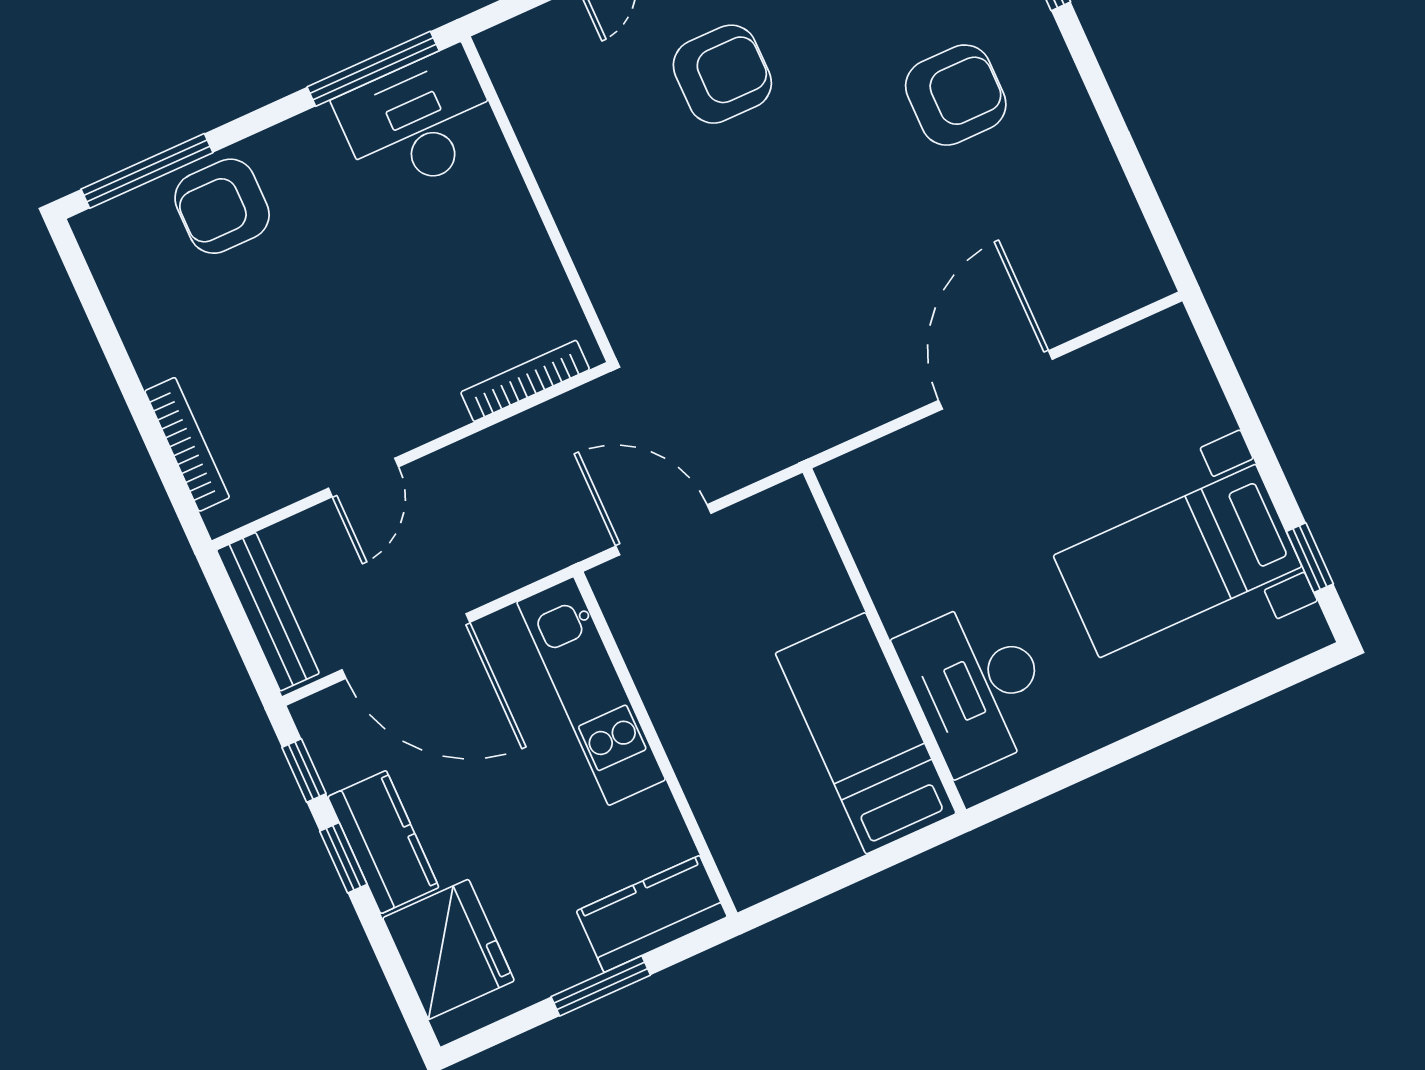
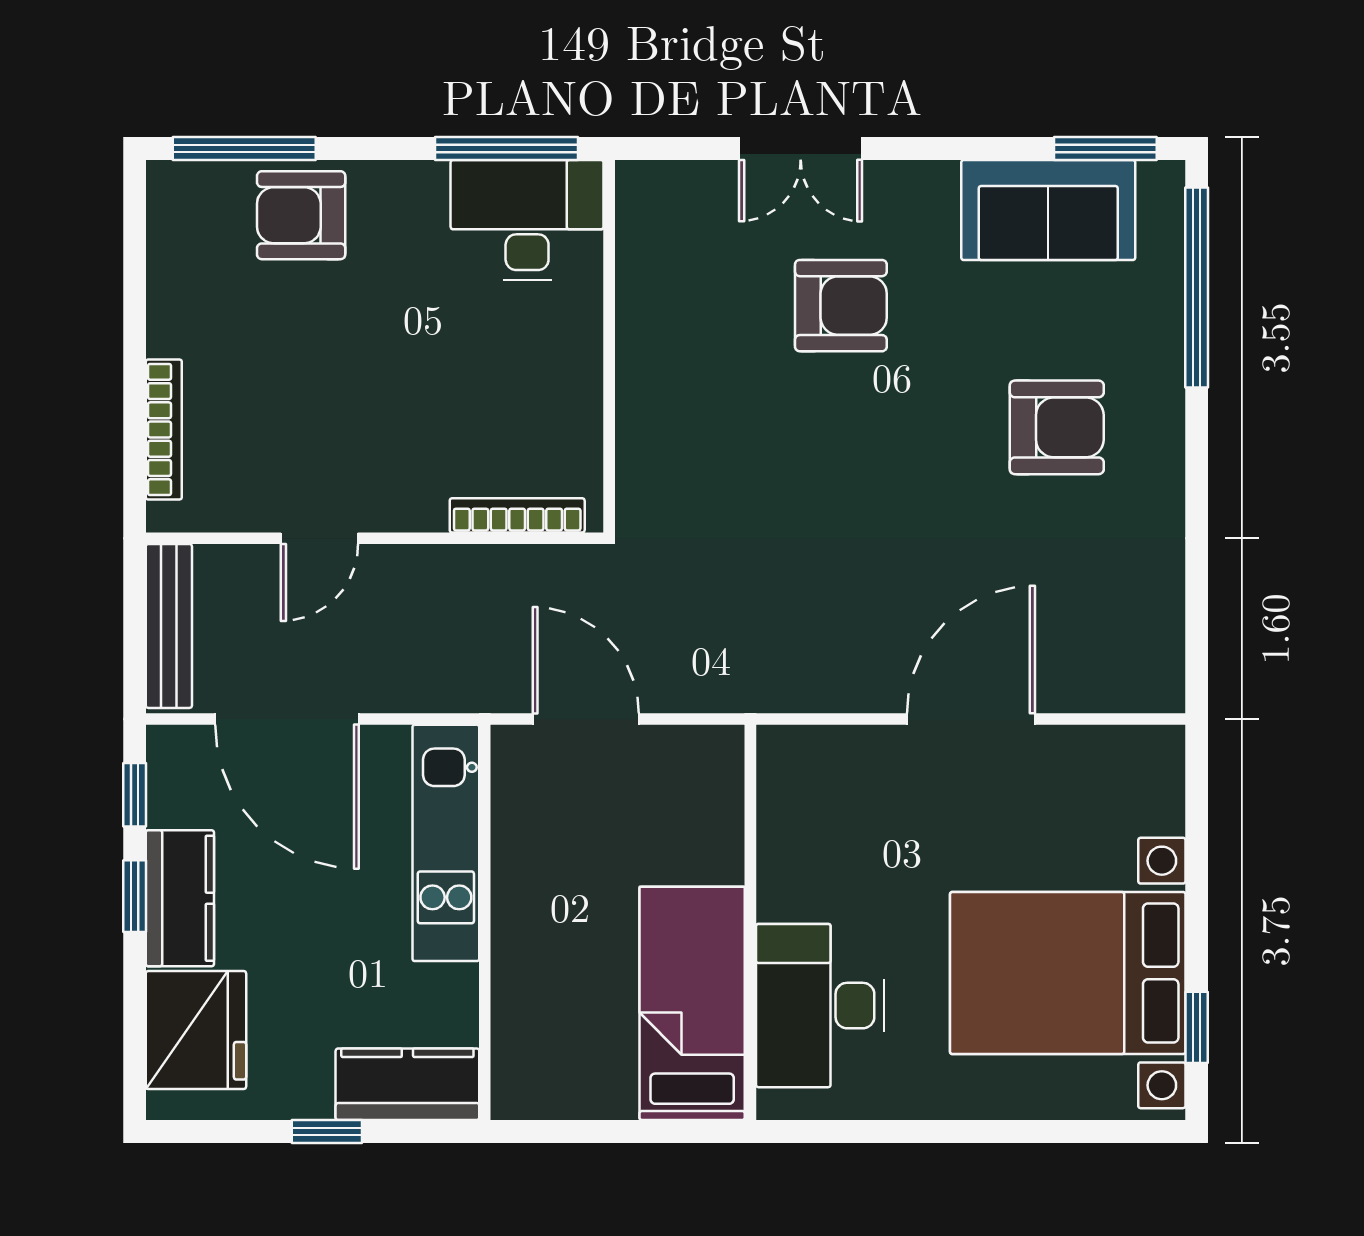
bed with nightstands: (1178, 561) -> (1068, 973), width x1.36
window: (601, 986) -> (327, 1131), width x0.67

